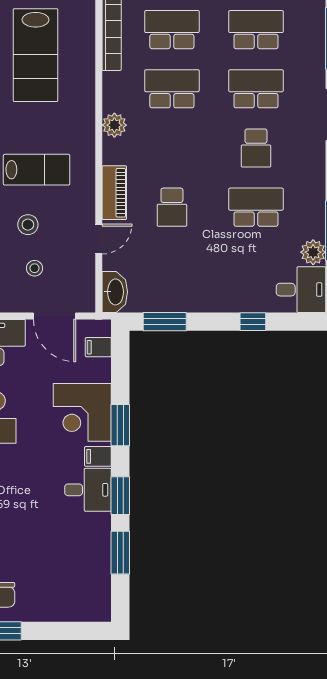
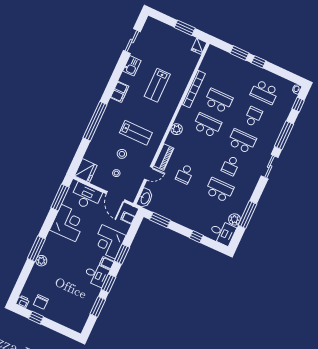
school desk: (256, 30) -> (253, 117), width x0.54
lab bench: (35, 55) -> (157, 85), width x0.73, depth x0.72

